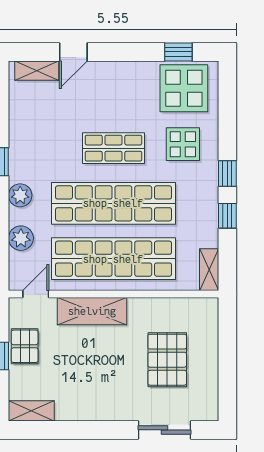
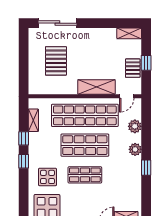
shop shelf: (113, 203) -> (85, 145), width x0.71
shelving: (209, 270) -> (33, 120), moved
sliding door: (164, 430) -> (57, 23), width x1.37

